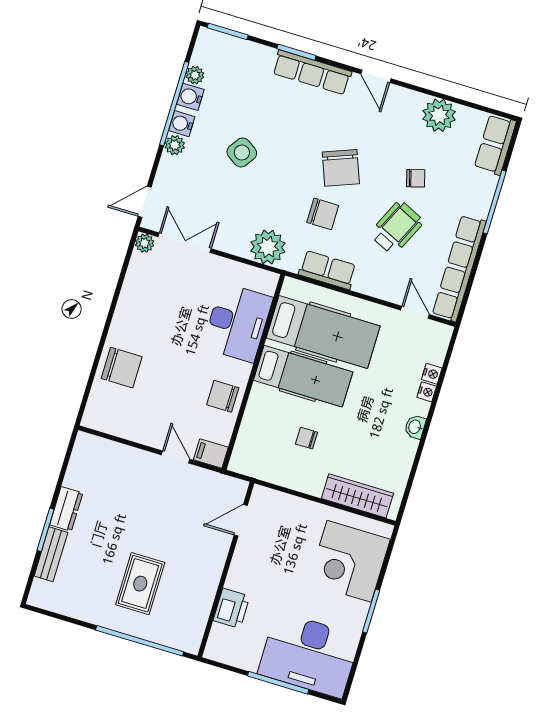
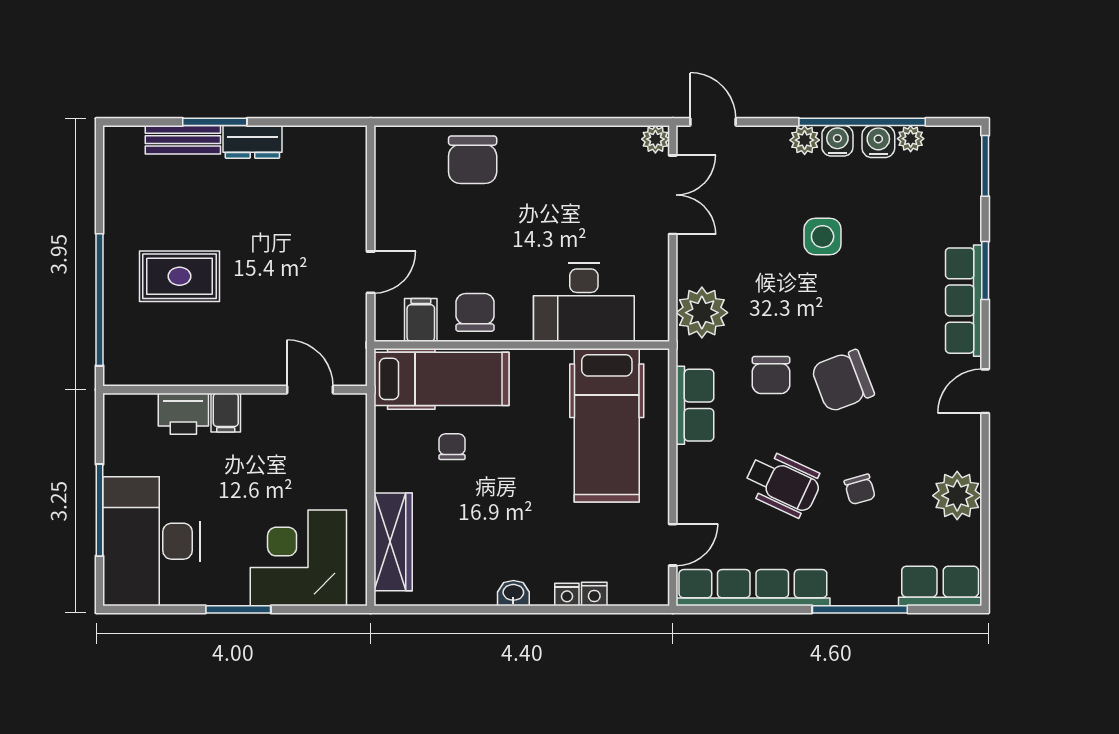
side table: (242, 152) -> (823, 237), turned -34
hospital bed: (303, 376) -> (442, 379), moved, turned -90
filing cabinet: (211, 454) -> (421, 320), moved
filing cabinet: (239, 580) -> (226, 413), added

